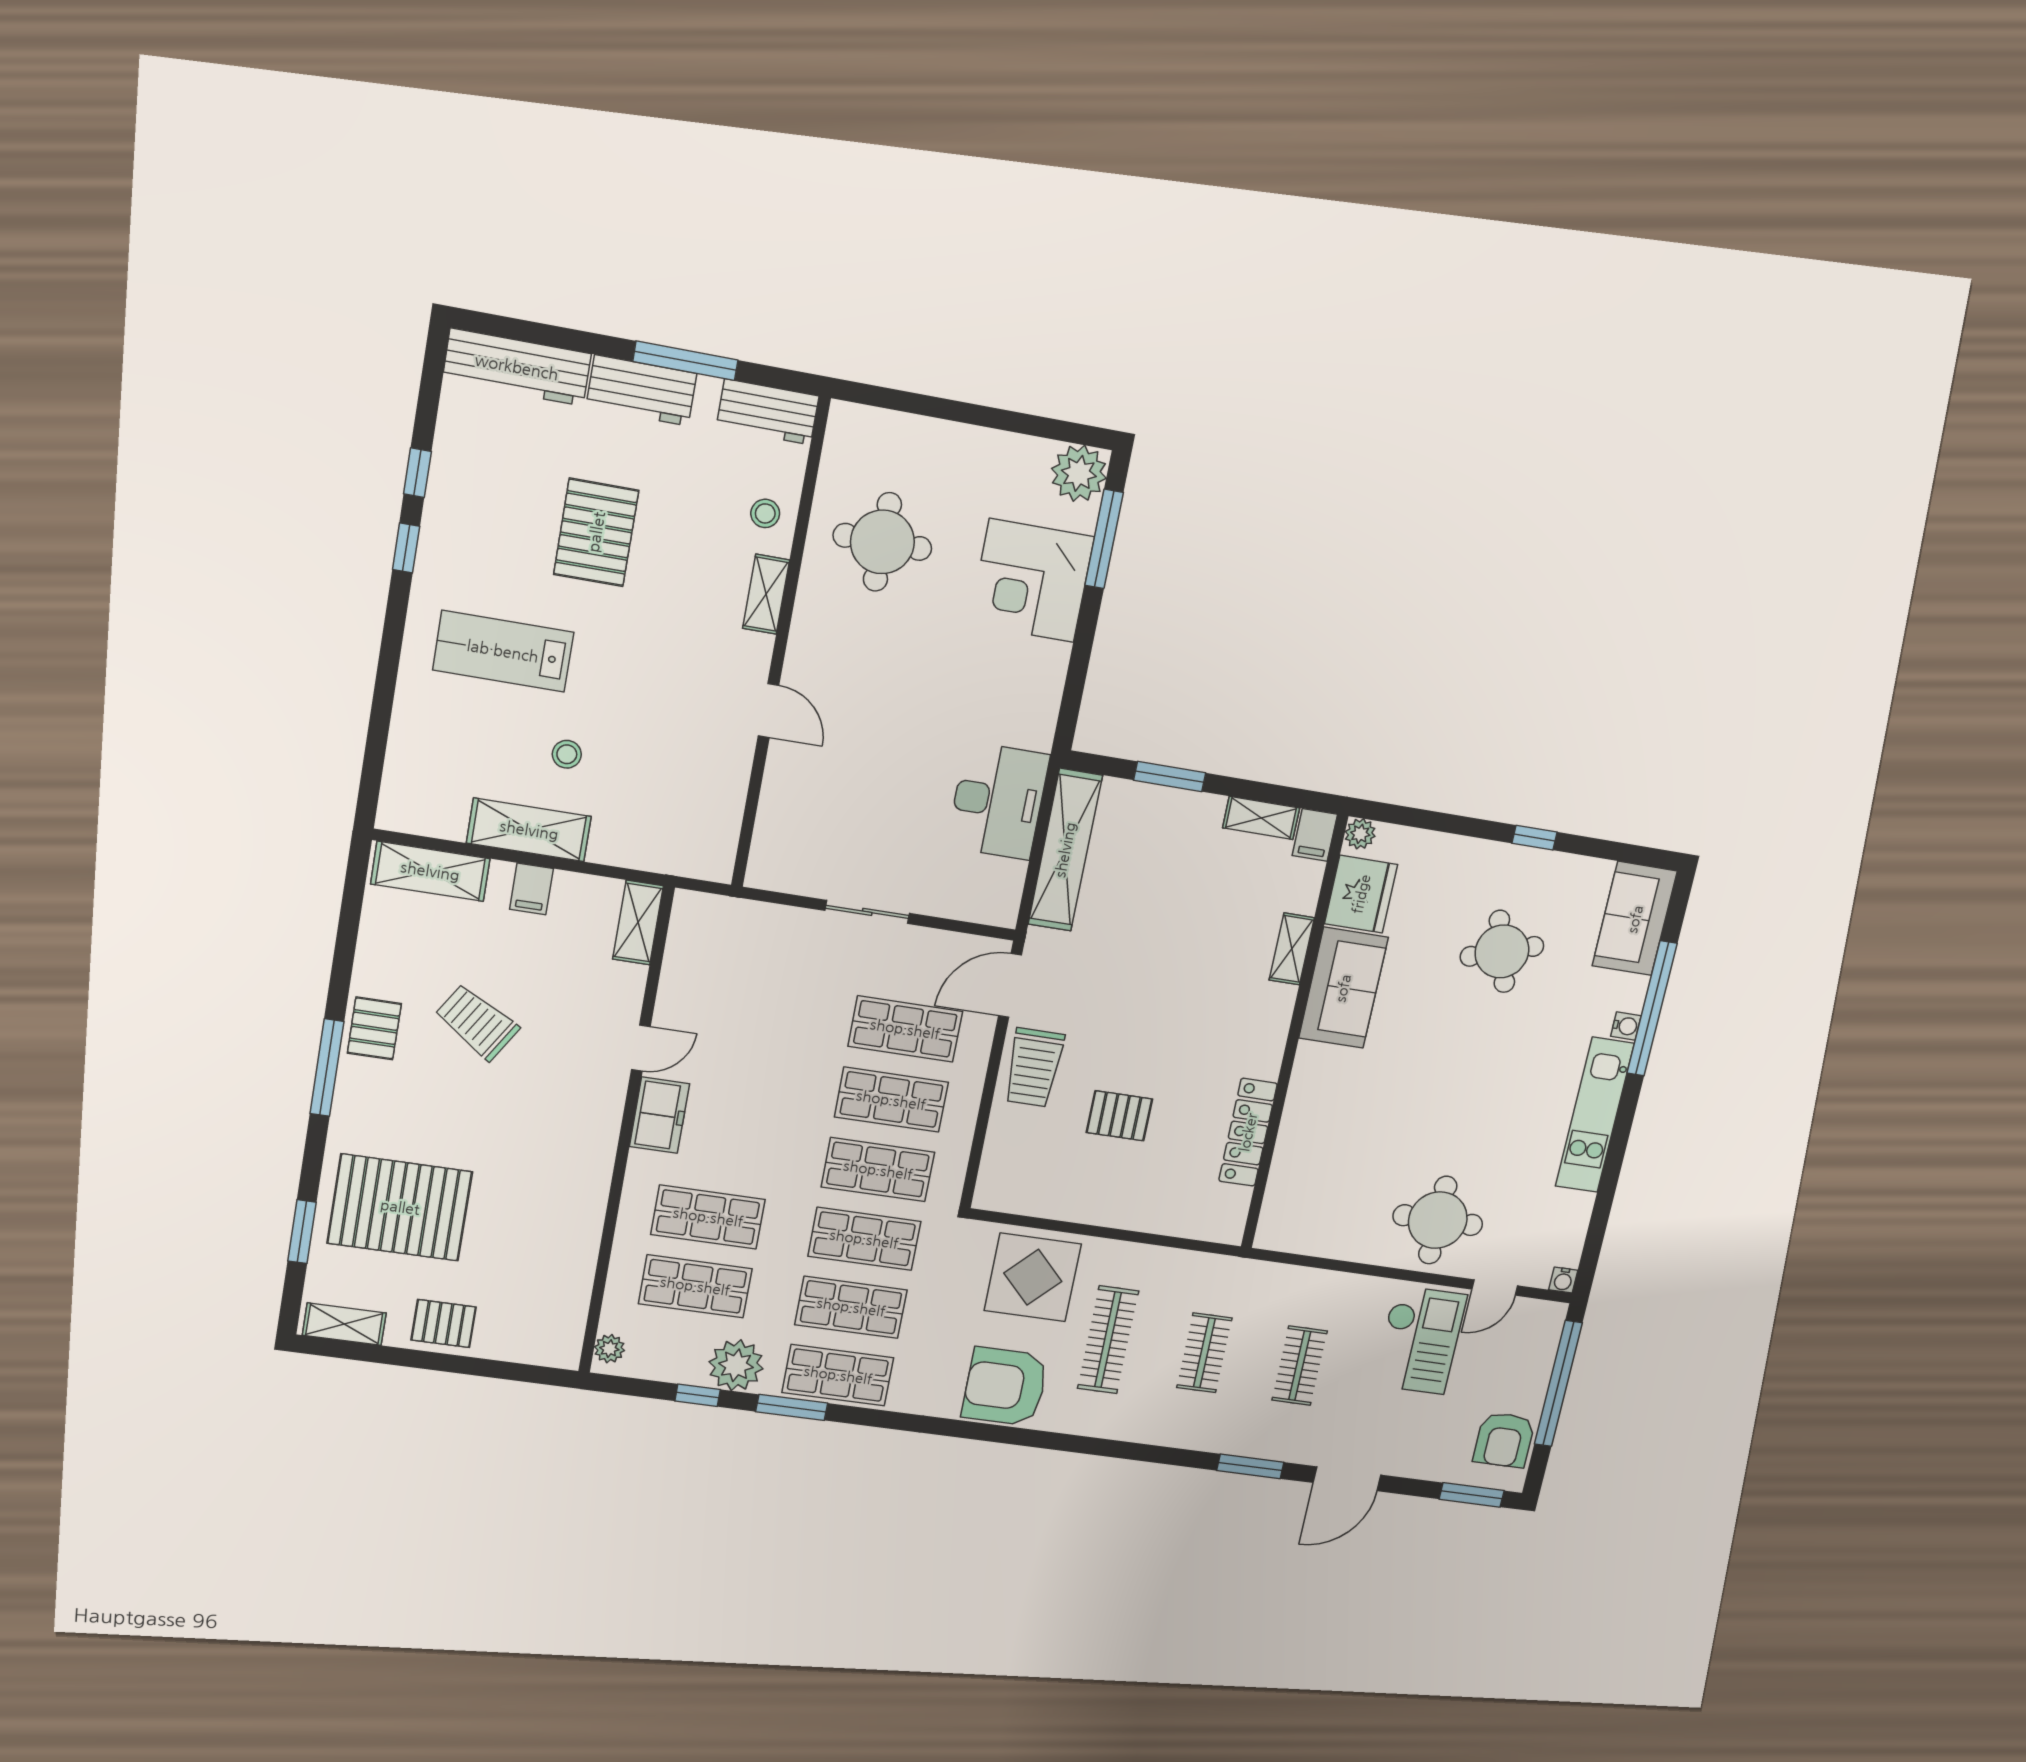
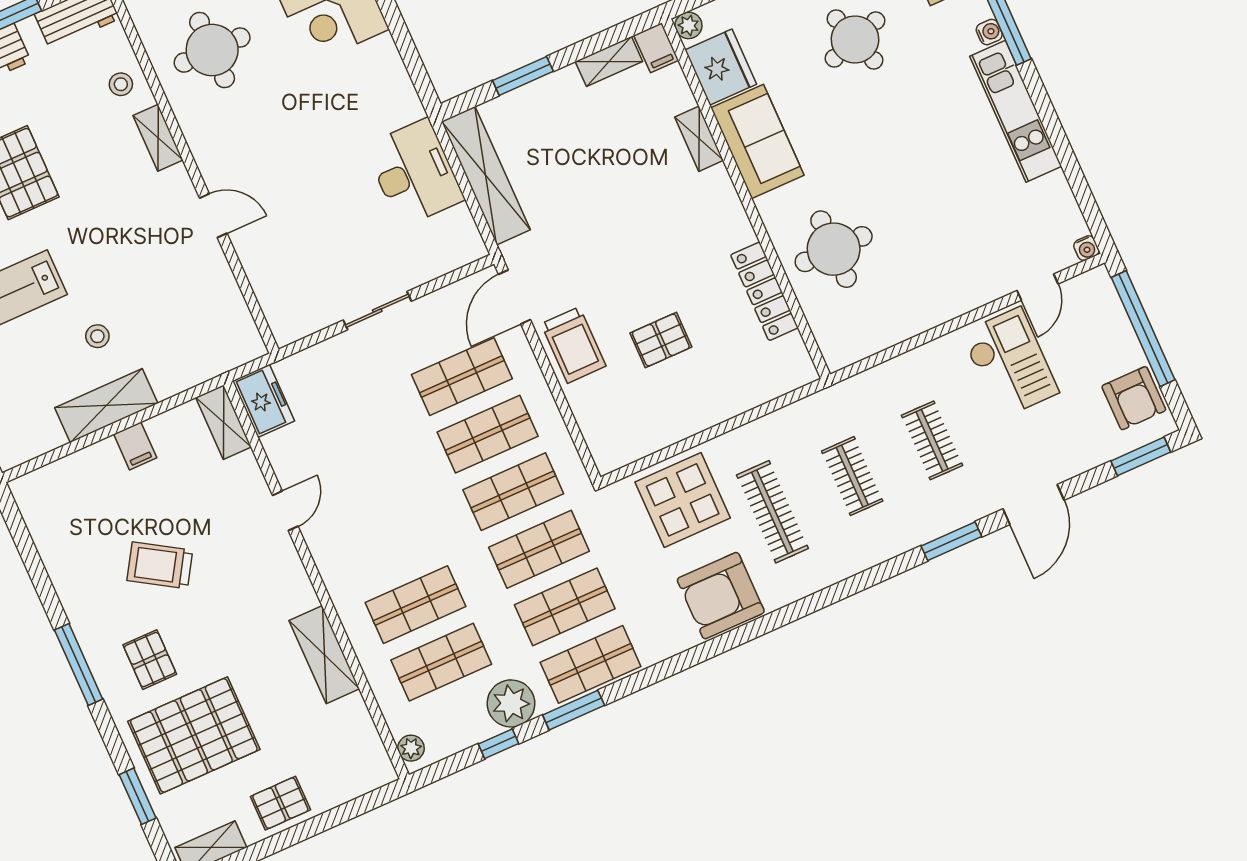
shelving: (430, 871) -> (324, 655), moved, turned 90
pallet: (374, 1028) -> (150, 660), moved
freezer: (659, 1115) -> (264, 401), moved
round table: (1438, 1220) -> (834, 249), moved

